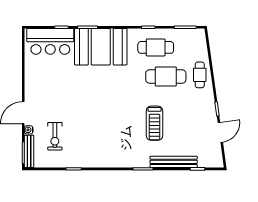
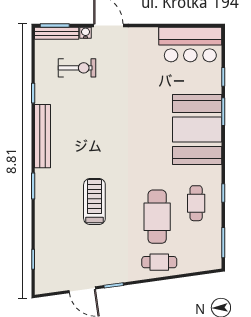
bar counter: (50, 41) -> (190, 45), moved, turned -90
cafe table: (156, 47) -> (196, 203), width x0.73, depth x0.74
treadmill: (154, 123) -> (94, 202), turned 90
exercise bike: (55, 136) -> (77, 68), turned 180
bench: (174, 162) -> (43, 136), moved

